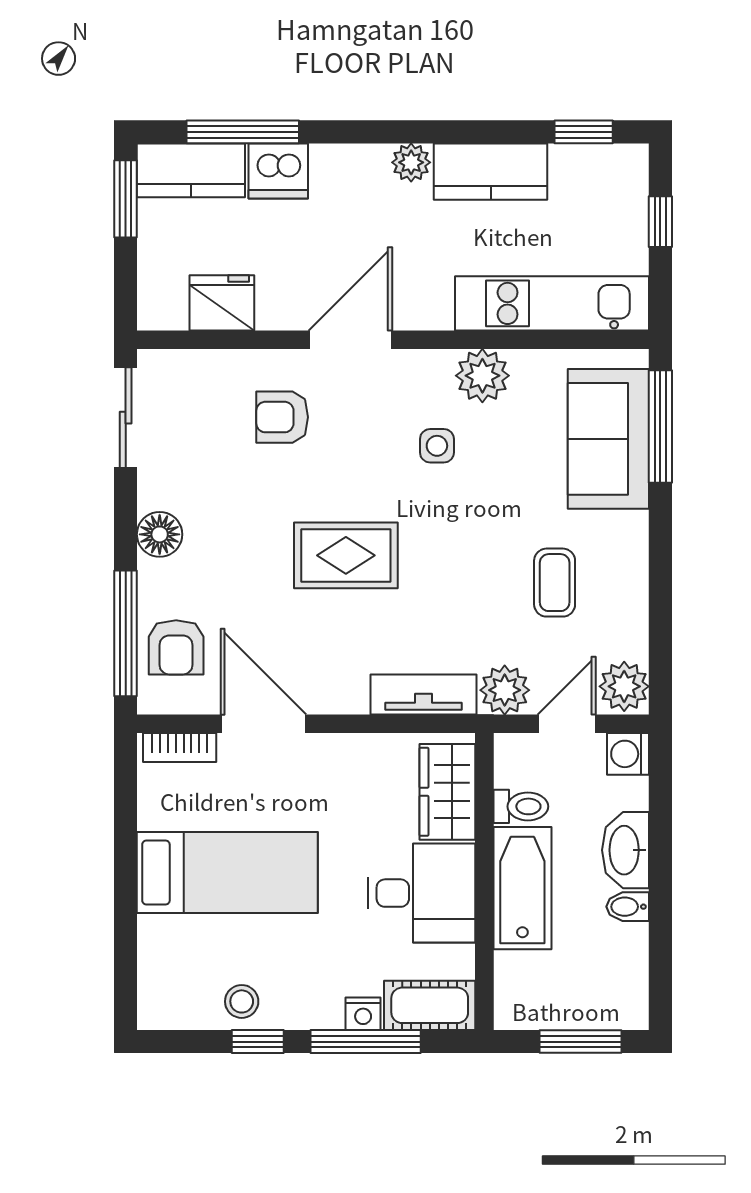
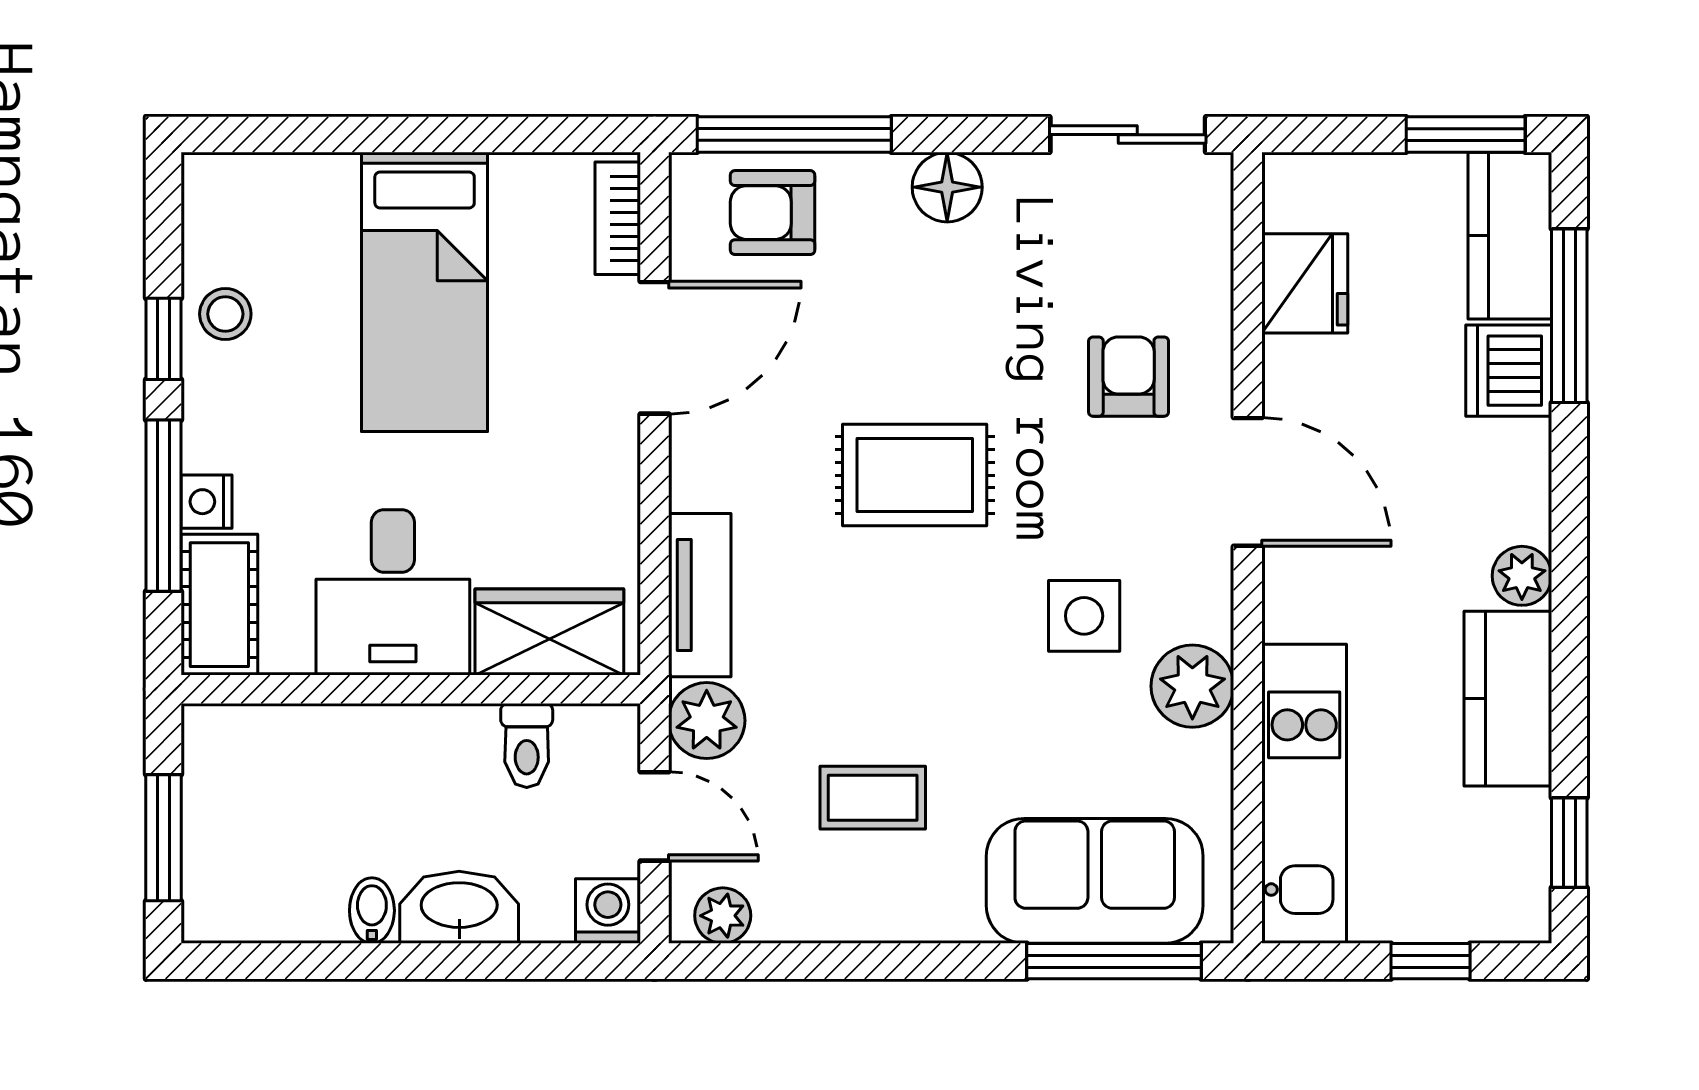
side table: (437, 446) -> (1084, 616), width x1.37, depth x1.37
rug: (346, 555) -> (915, 475), turned 90
plant: (624, 686) -> (723, 916), width x0.73, depth x0.73
bathtub: (522, 888) -> (400, 748), removed

